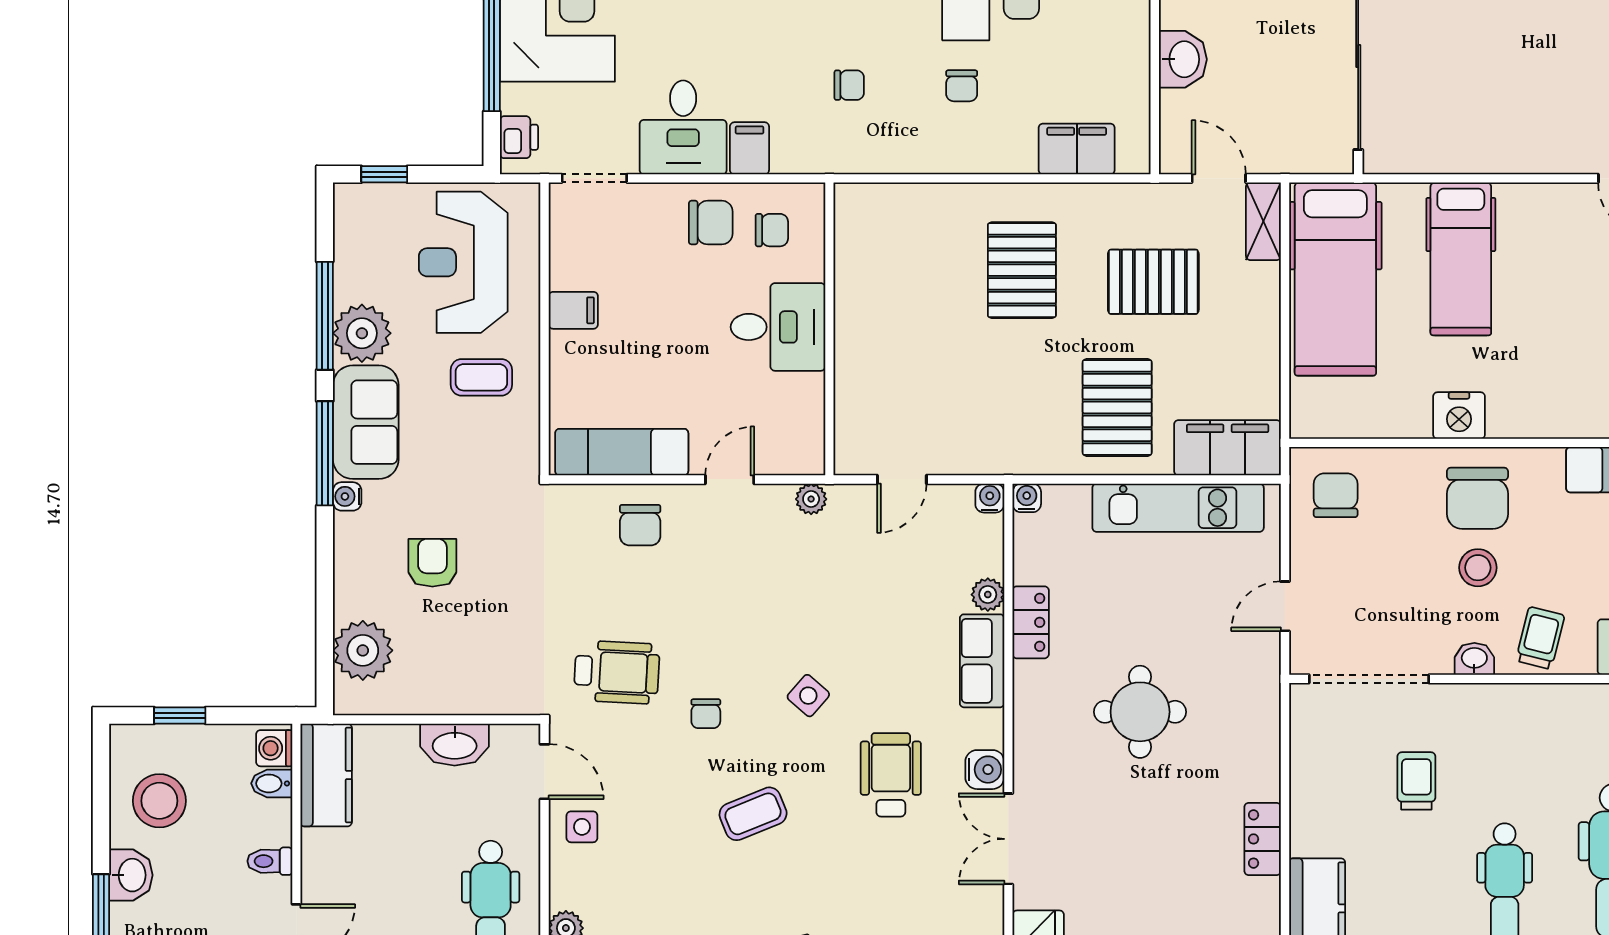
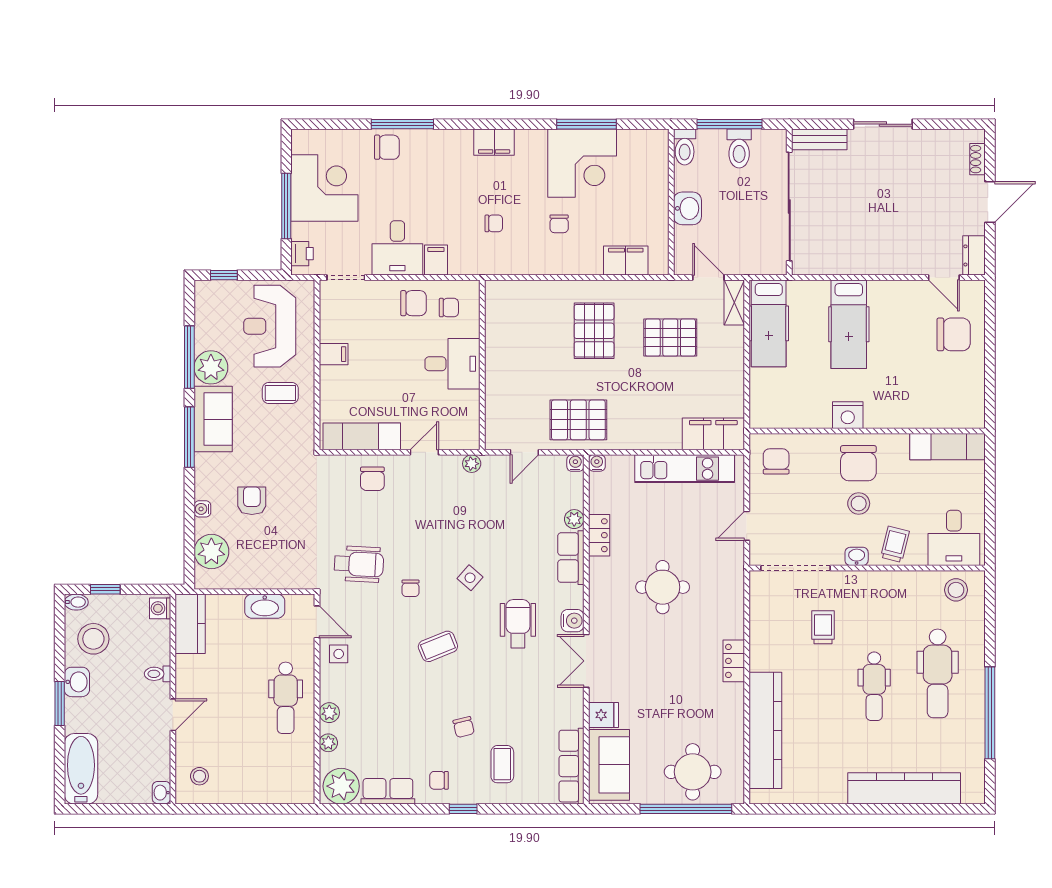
hospital bed: (1335, 279) -> (769, 323), width x0.73, depth x0.78
pallet: (1117, 407) -> (578, 420), moved, turned 90
water cooler: (347, 496) -> (202, 509), moved
bidet: (272, 783) -> (76, 602), moved, turned 180

